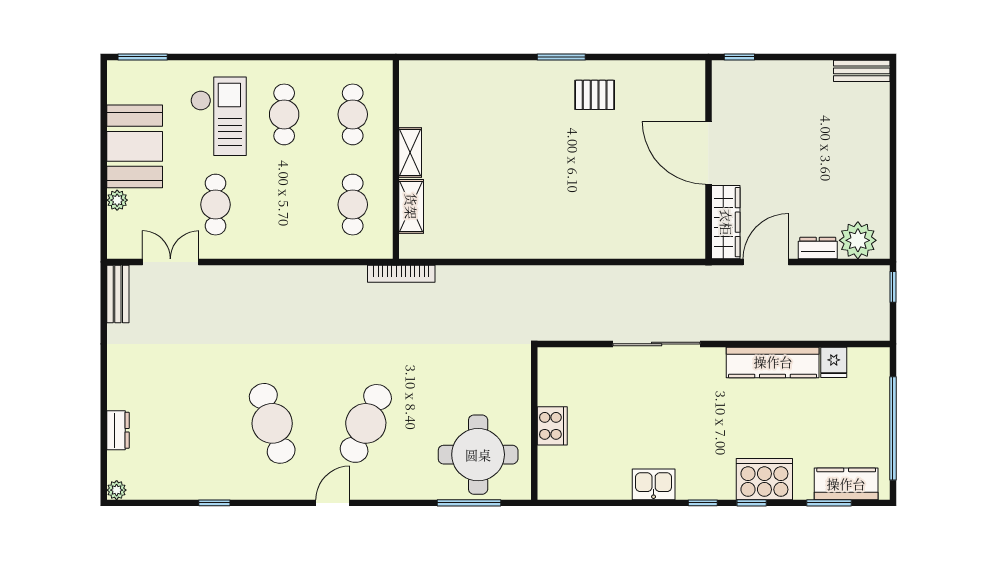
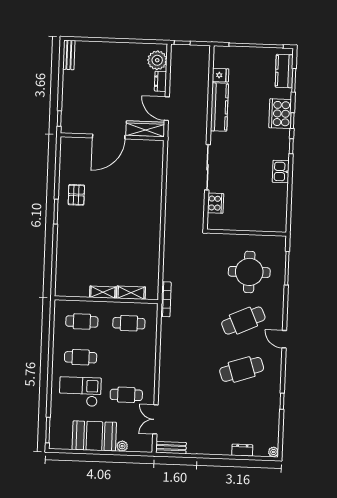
cafe table: (366, 423) -> (243, 321), turned -48
cooker: (552, 426) -> (216, 203), moved, turned 90
round table: (478, 455) -> (249, 272), moved

